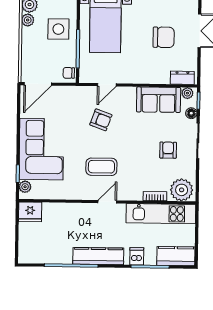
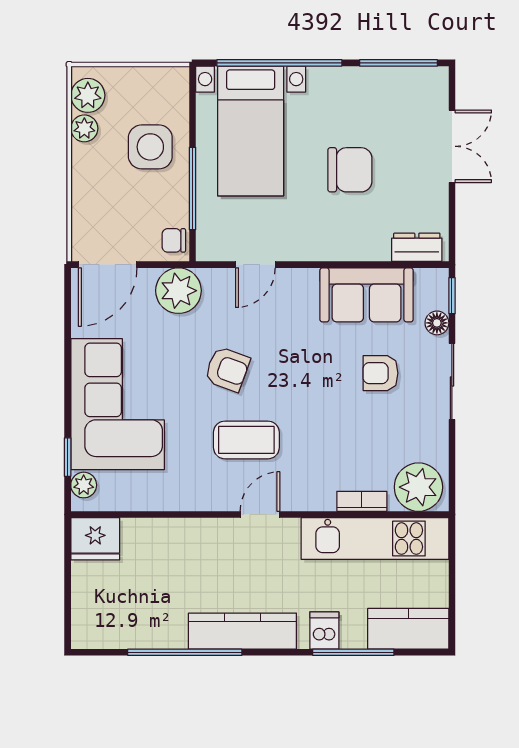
chair: (164, 37) -> (350, 170), moved
plant: (187, 93) -> (178, 291), moved, width x1.88, depth x1.88
armchair: (101, 120) -> (227, 369), moved
armchair: (168, 150) -> (380, 373), moved, turned -90

